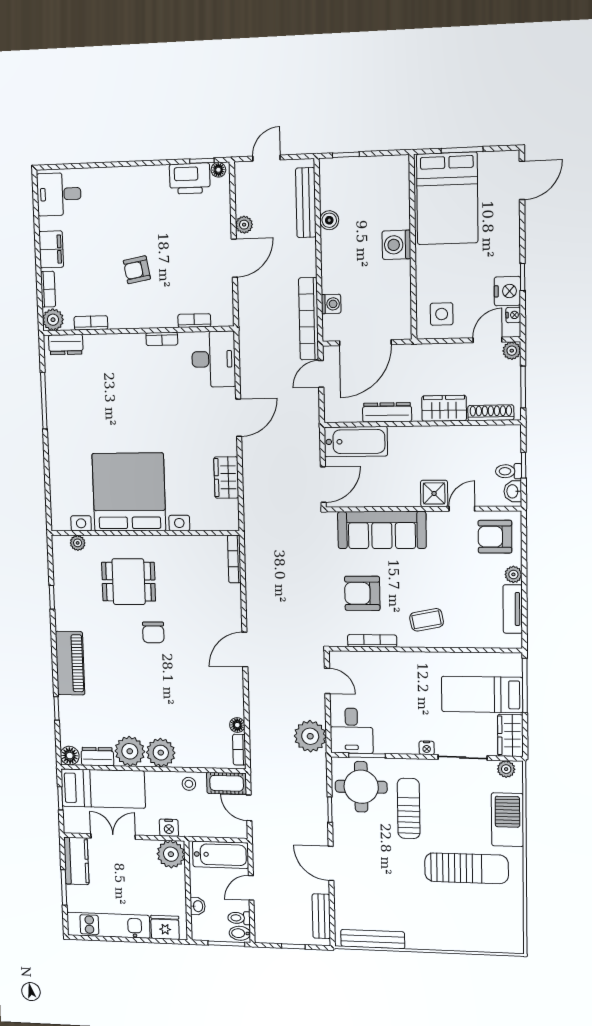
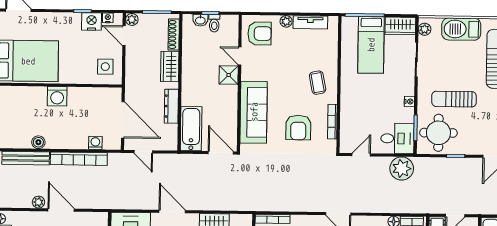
bookcase: (309, 319) -> (79, 159), moved
washbasin: (513, 491) -> (200, 20), moved
armchair: (495, 537) -> (259, 34), turned -90
nightstand: (427, 748) -> (409, 101), moved

